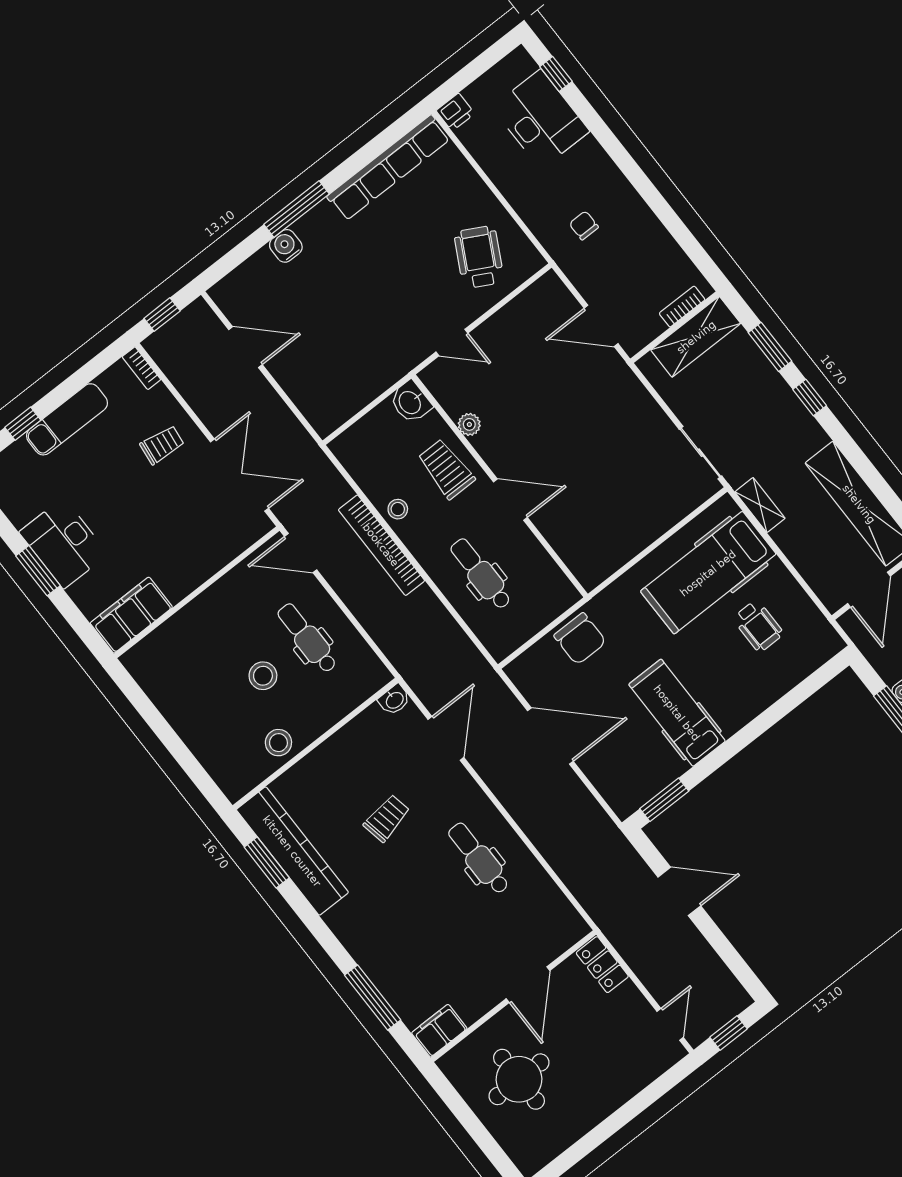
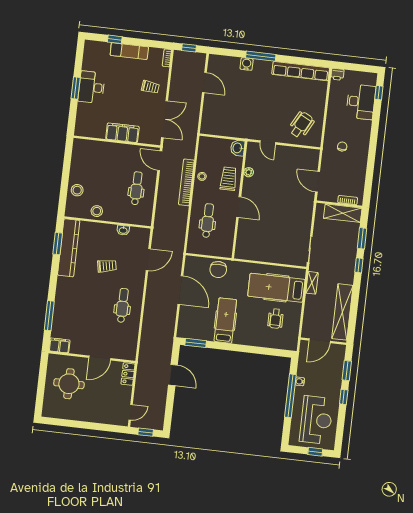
filing cabinet: (131, 615) -> (122, 133), moved
stool: (263, 676) -> (77, 190), moved
washbasin: (394, 700) -> (123, 230), moved

